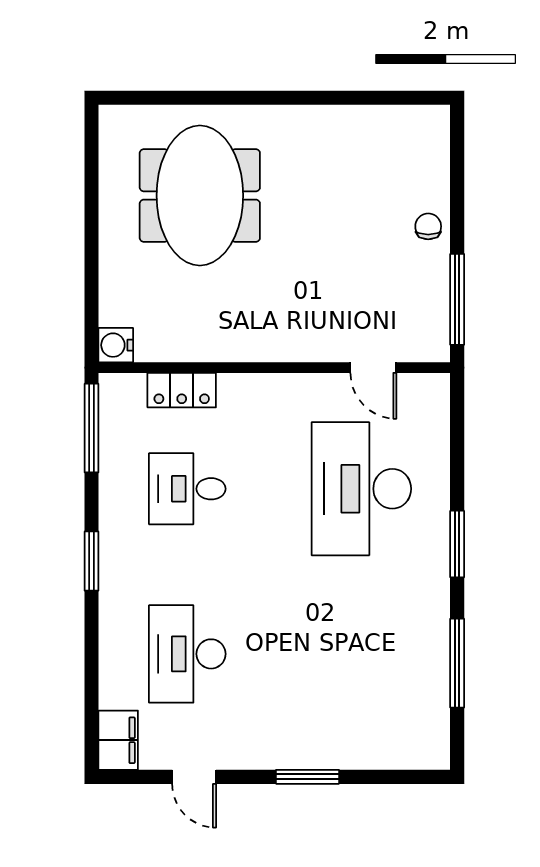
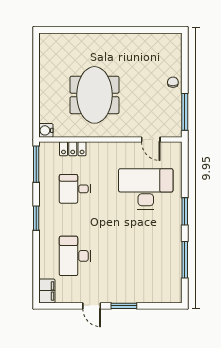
meeting table: (200, 195) -> (94, 95), moved
desk: (361, 489) -> (146, 189), turned 90
door: (194, 777) -> (92, 306), moved

